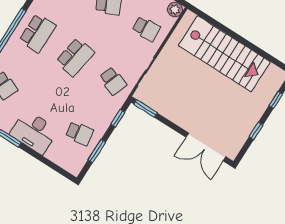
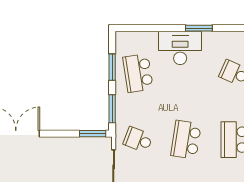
window: (118, 118) -> (112, 109), width x1.50
school desk: (80, 133) -> (138, 73), width x1.85

